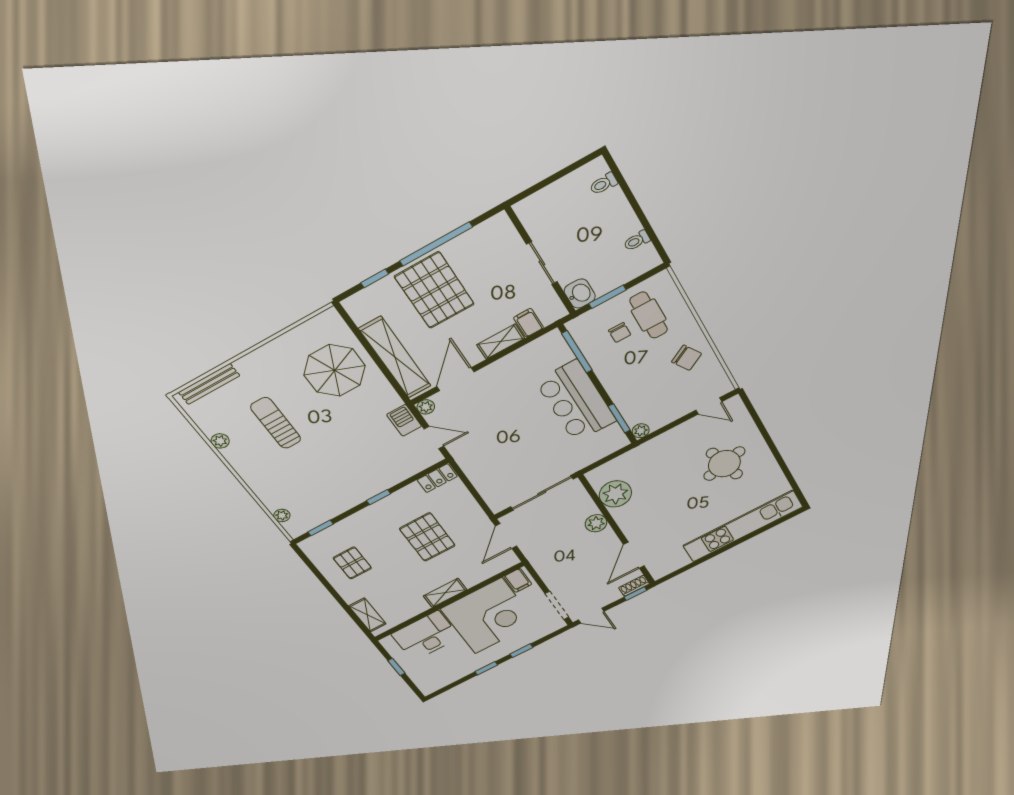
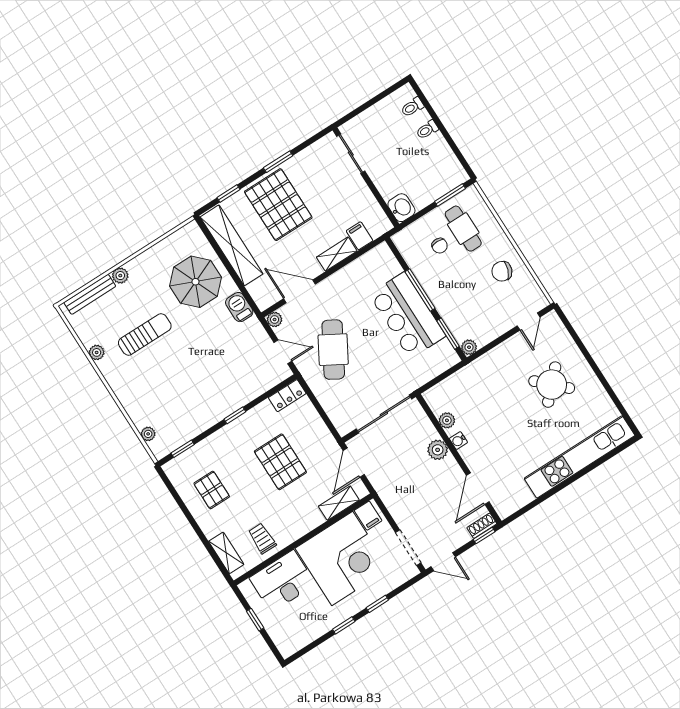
toilet: (637, 241) -> (427, 130), moved
window: (436, 244) -> (278, 162), width x0.47
sliding door: (542, 263) -> (351, 154), moved
window: (607, 297) -> (450, 195), moved
window: (577, 352) -> (420, 290), moved
shelving: (395, 357) -> (232, 245), moved
chair: (687, 358) -> (502, 271), turned 140
plant: (245, 365) -> (120, 276), added
door: (455, 379) -> (299, 291), hinge flipped
door: (709, 406) -> (529, 321), hinge flipped
barbecue: (404, 420) -> (239, 307), moved
sun lounger: (276, 423) -> (145, 334), turned 90
cafe table: (491, 435) -> (333, 350), added
round table: (724, 464) -> (552, 385), turned -31
plant: (615, 494) -> (447, 420), width x0.53, depth x0.53
water cooler: (619, 515) -> (458, 441), added
shelving: (445, 593) -> (339, 503), moved
trolley: (406, 602) -> (262, 538), added

